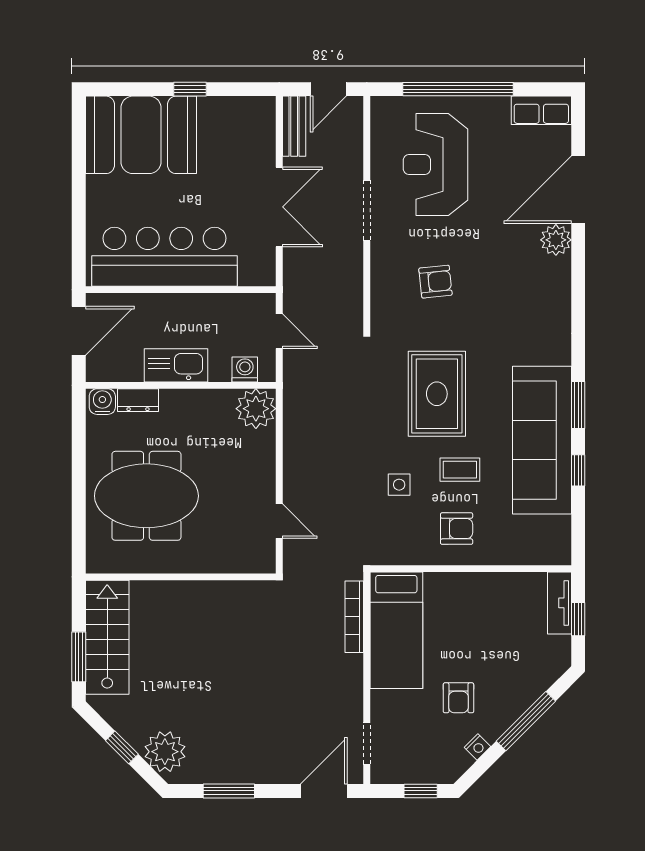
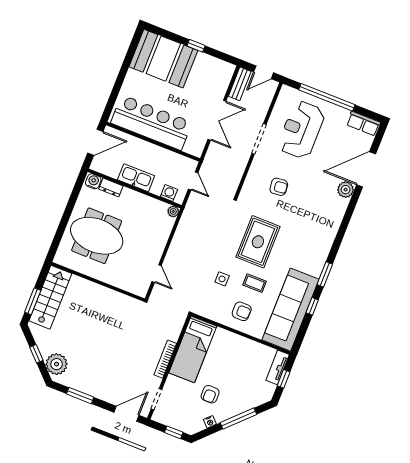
plant: (256, 409) -> (173, 212), width x0.53, depth x0.53
sofa: (542, 440) -> (290, 310), moved
bookcase: (354, 617) -> (165, 359), moved

